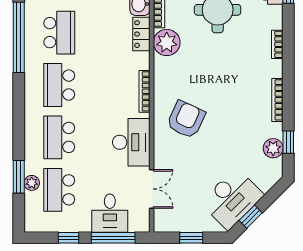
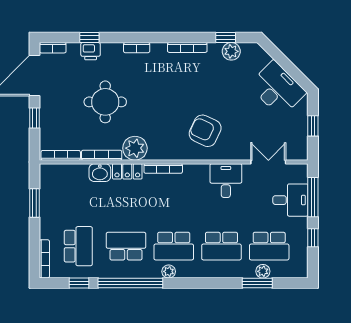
plant: (31, 79) -> (169, 271), added
bookcase: (145, 91) -> (163, 168), moved
desk: (131, 142) -> (226, 181), width x0.73
window: (251, 217) -> (294, 72), removed

